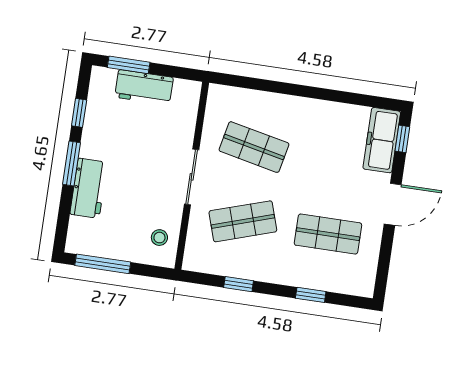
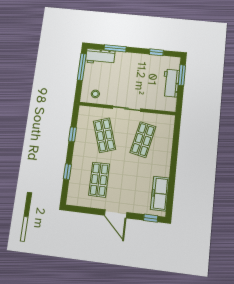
freezer: (382, 140) -> (160, 194), moved, turned -90
window: (72, 164) -> (115, 48), moved
workbench: (89, 188) -> (100, 57), moved

